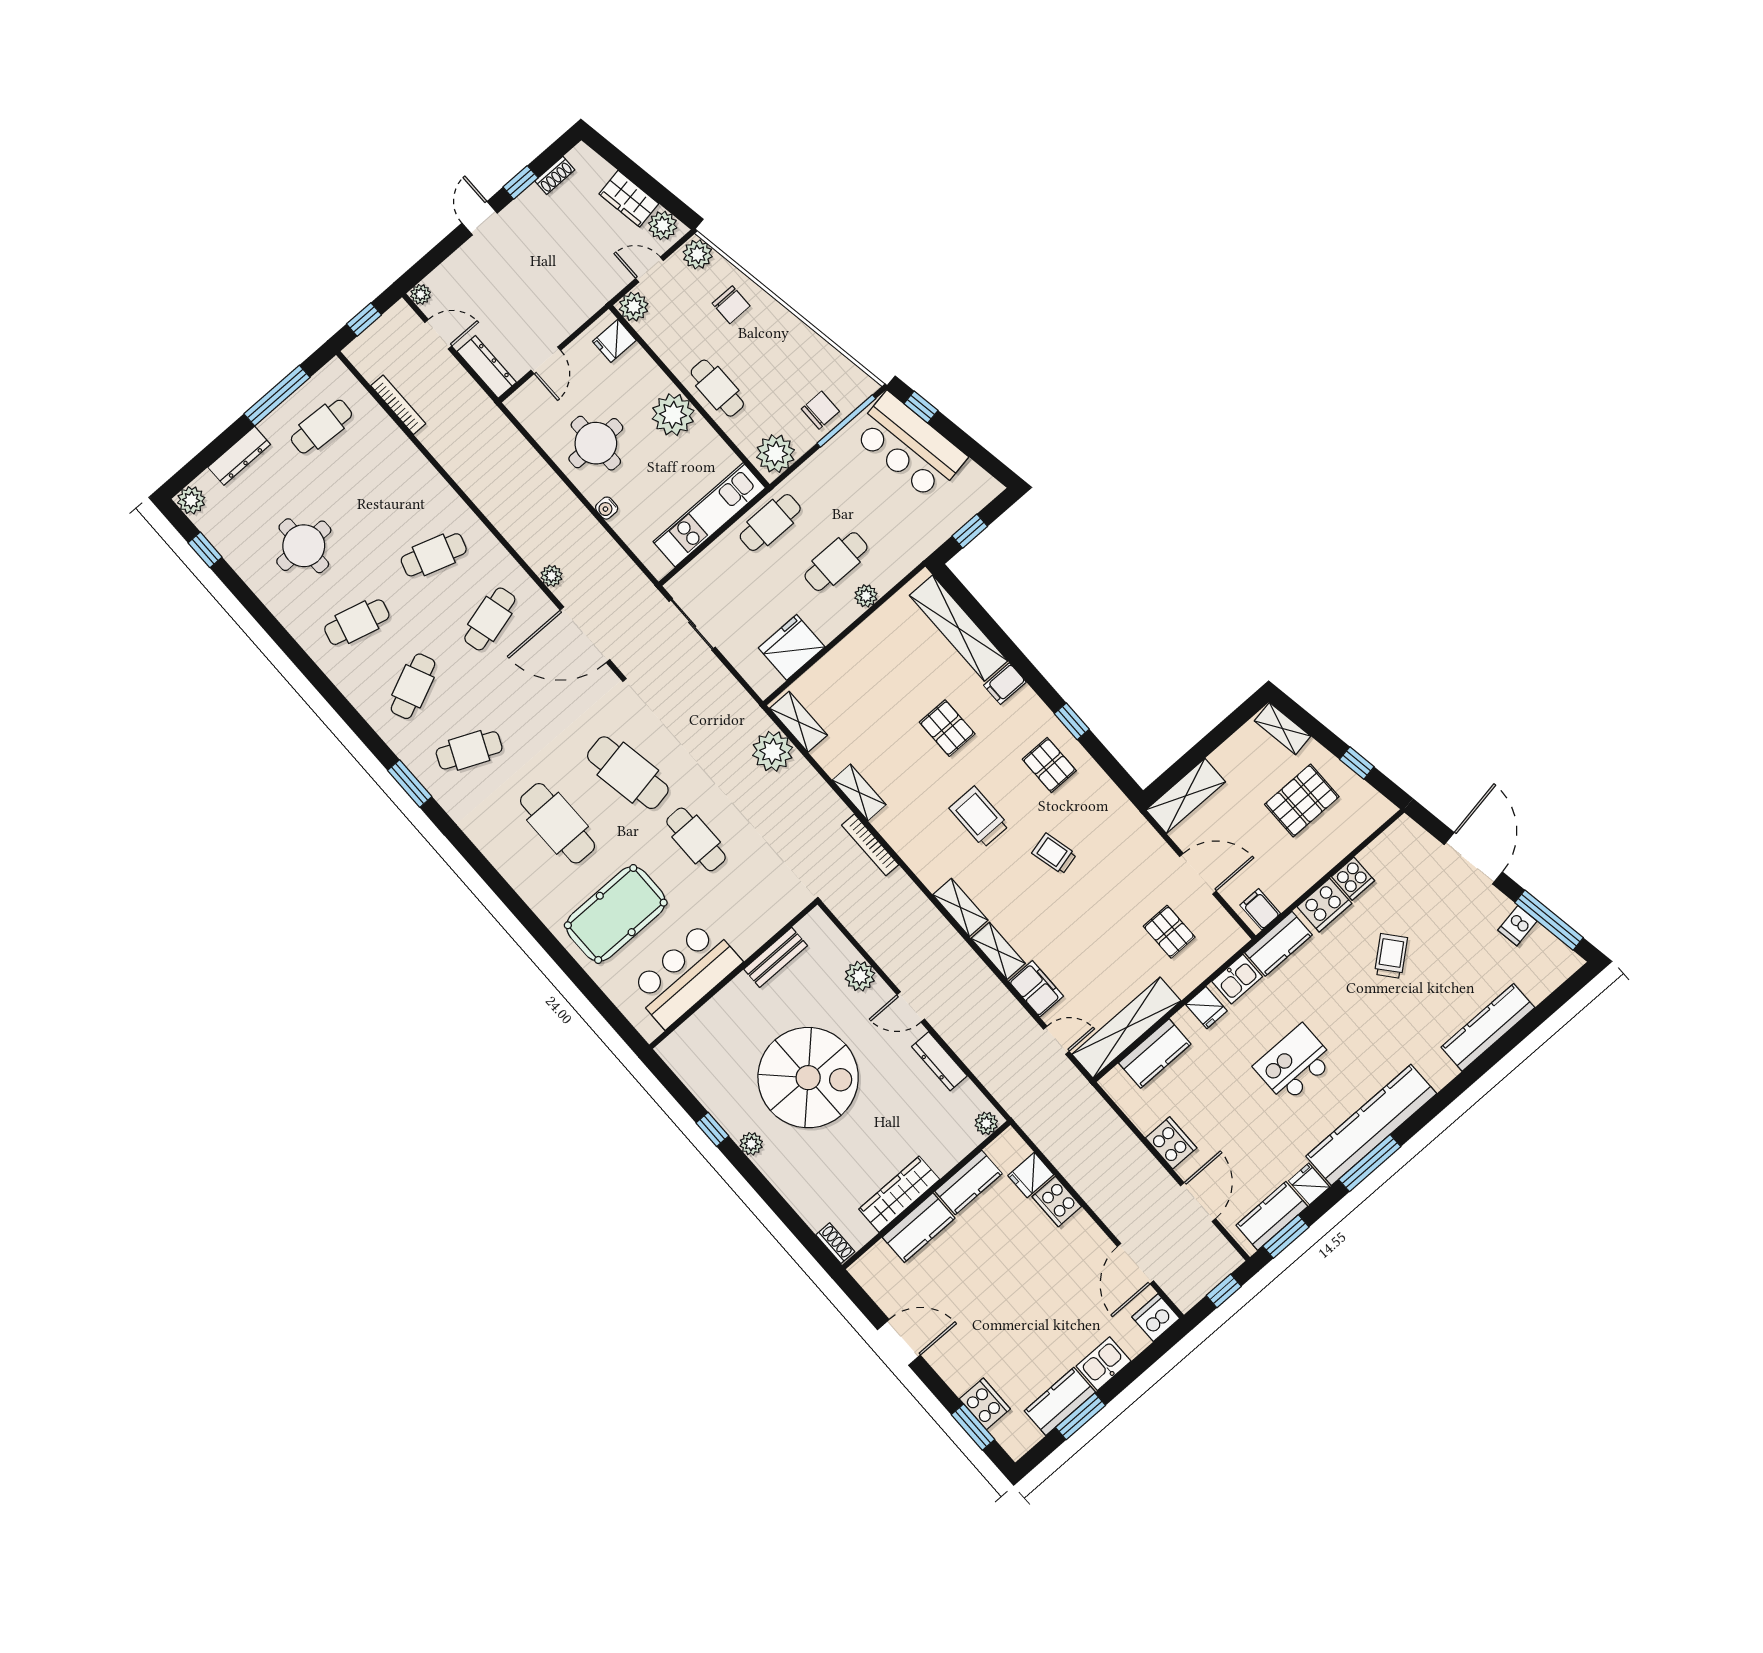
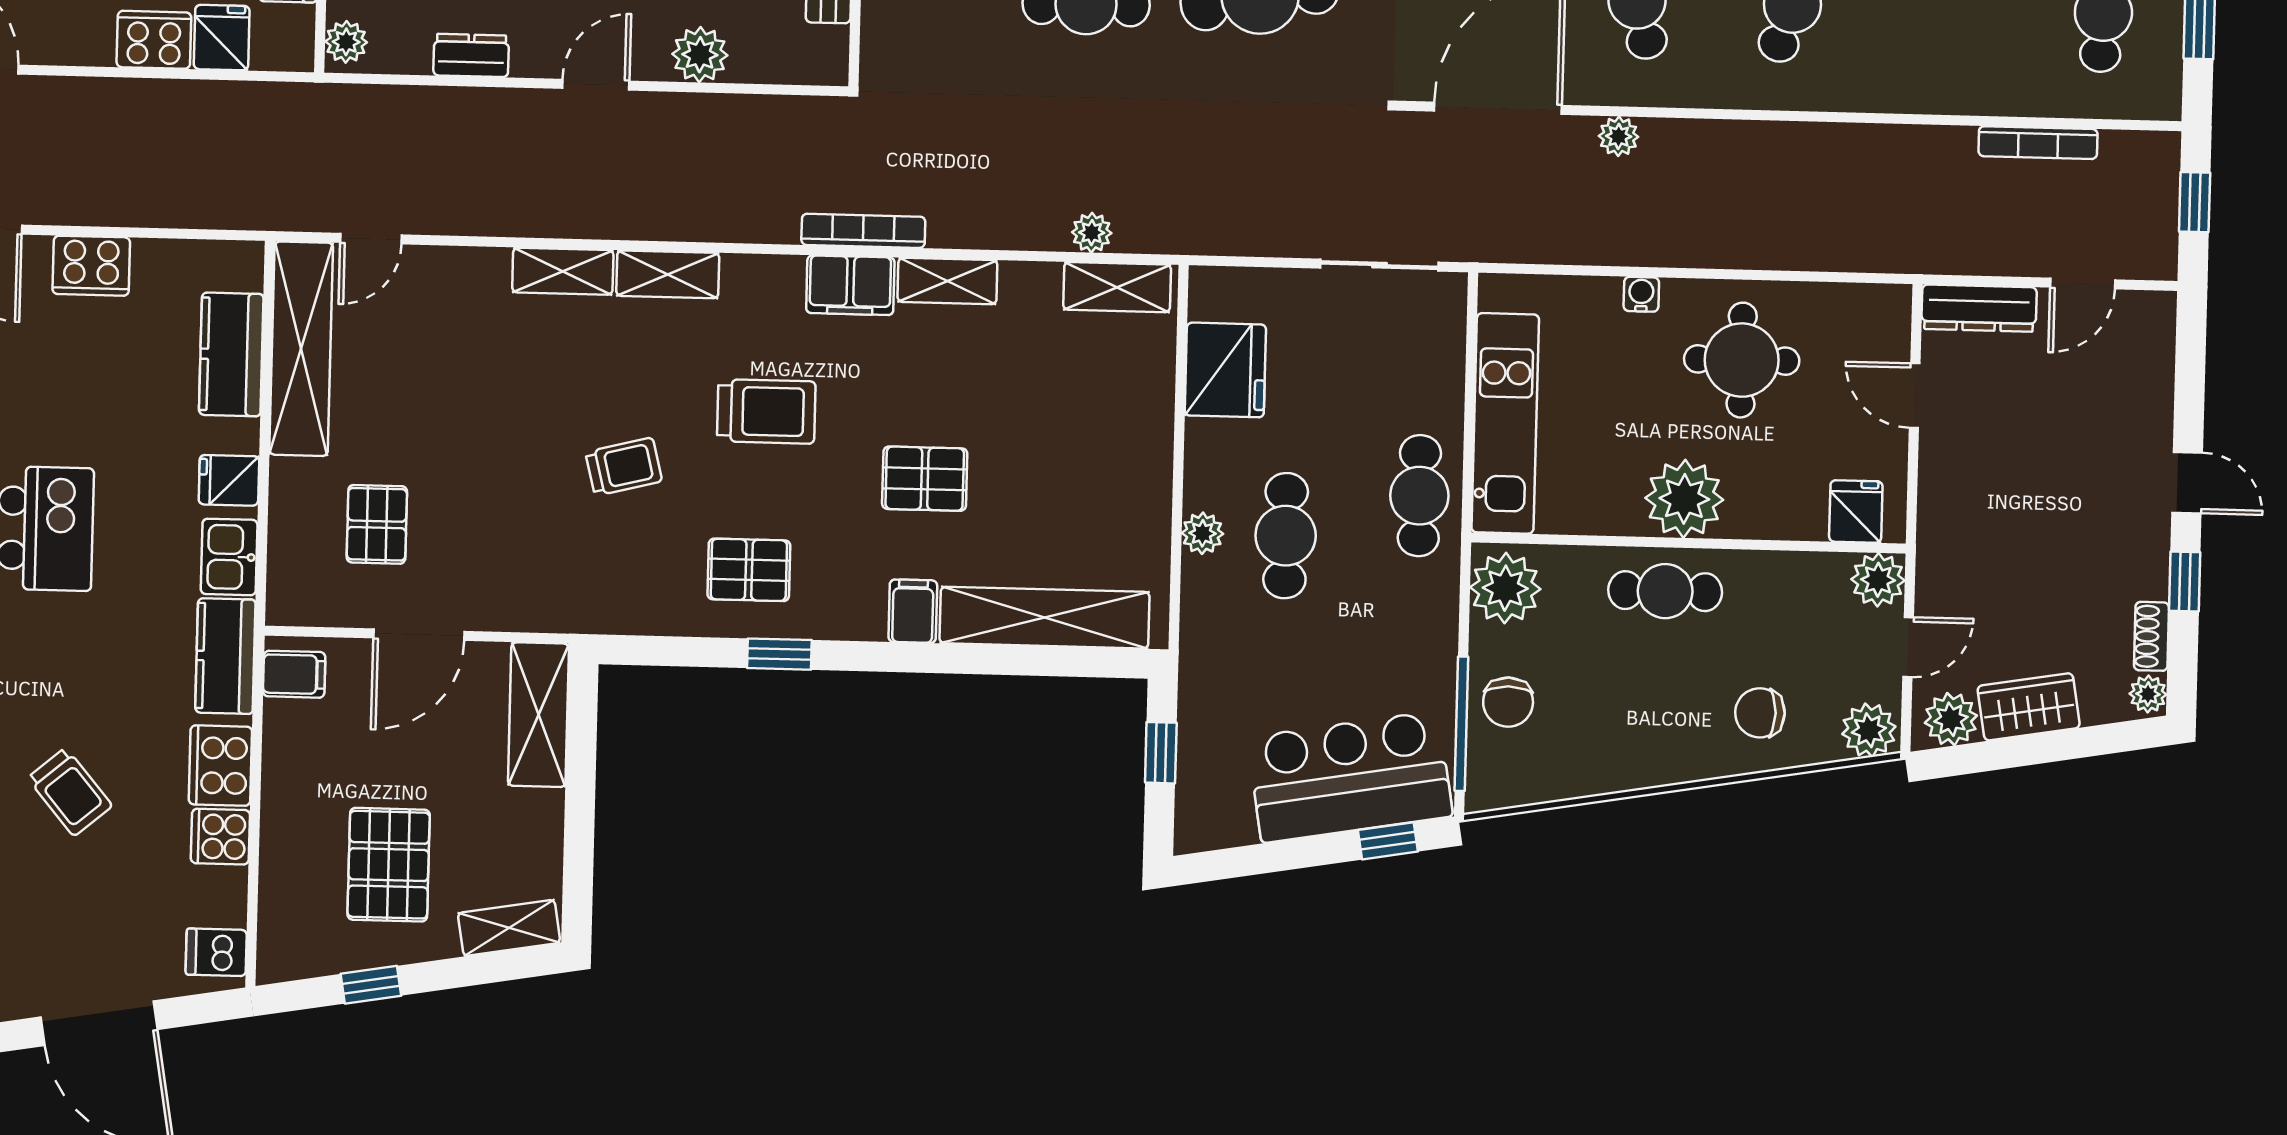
plant: (421, 294) -> (2148, 694), moved
plant: (773, 751) -> (1092, 233), width x0.53, depth x0.53
dishwasher: (1401, 837) -> (216, 952), added
pallet: (1169, 932) -> (377, 524), turned 90
filing cabinet: (1036, 989) -> (850, 285), moved
dresser: (939, 1061) -> (471, 55), width x0.70

